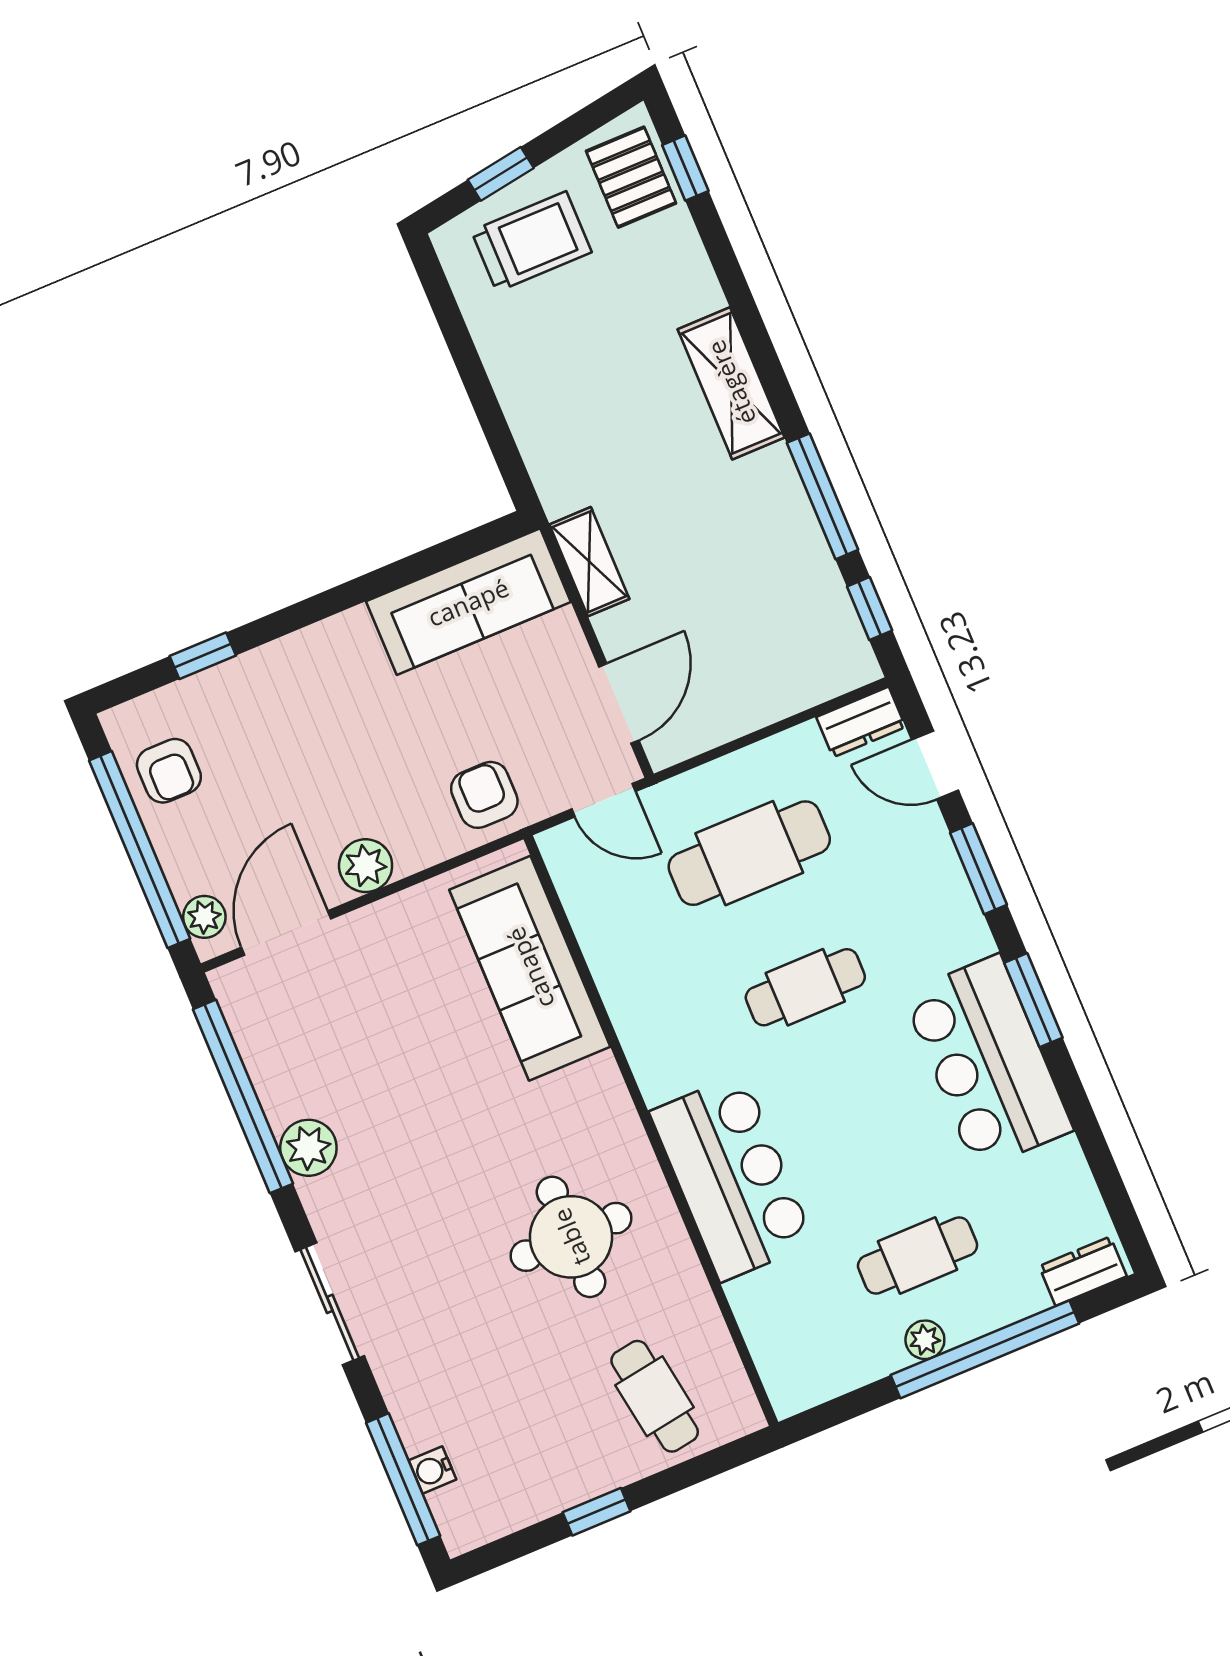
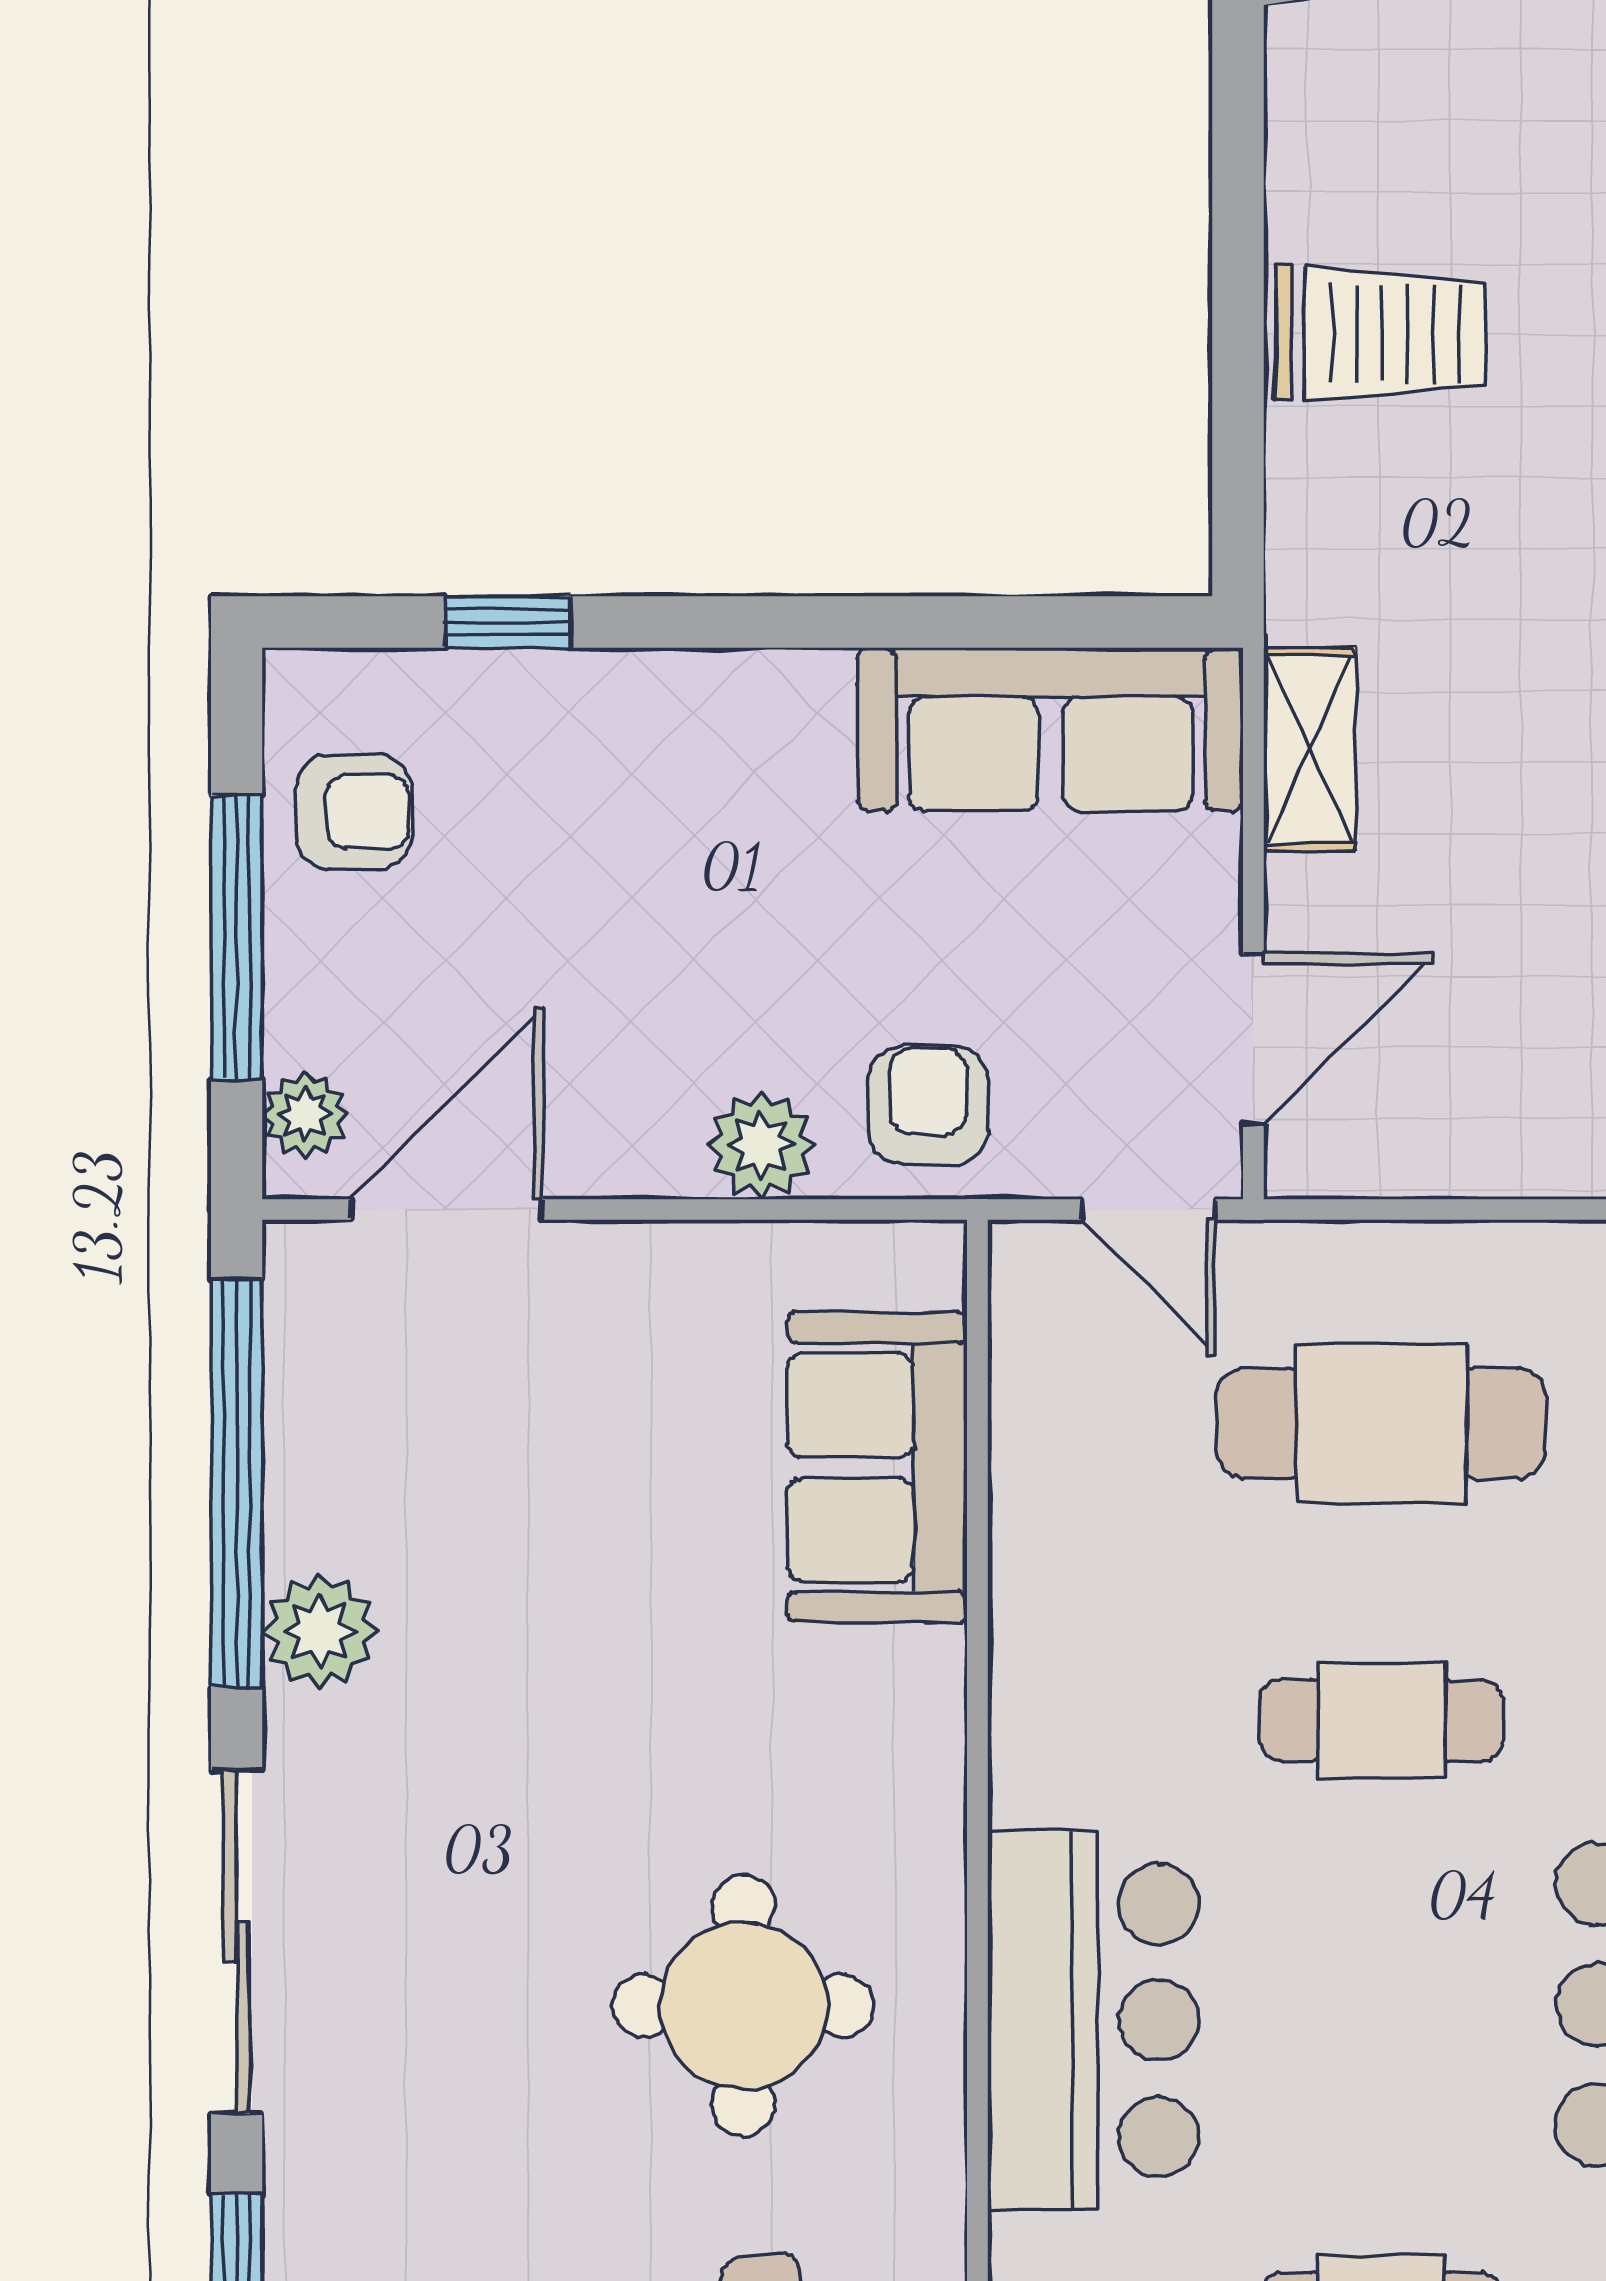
trolley: (531, 242) -> (1380, 334), moved
armchair: (169, 771) -> (354, 812), turned -90
window: (140, 850) -> (237, 937), width x0.68
plant: (366, 866) -> (761, 1145), moved
sofa: (530, 968) -> (877, 1467), width x0.73
sliding door: (330, 1304) -> (237, 1942), width x1.37

